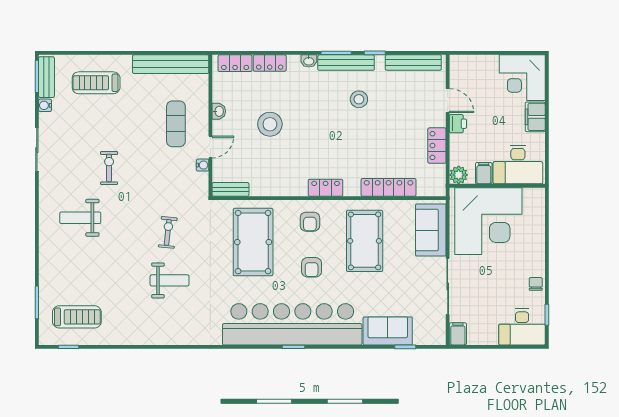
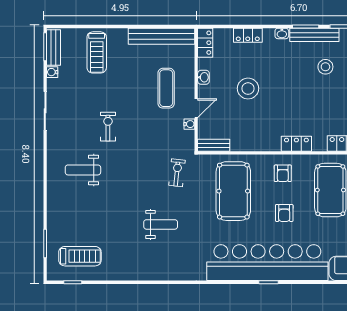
locker: (235, 63) -> (205, 43), moved, turned -90
treadmill: (96, 83) -> (97, 52), turned -90
exercise bike: (168, 232) -> (177, 173), moved

